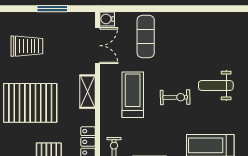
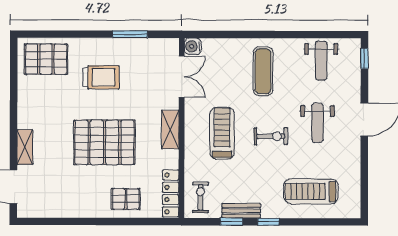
weight bench: (219, 31) -> (321, 61), added
exercise mat: (146, 36) -> (263, 71), moved
weight bench: (216, 85) -> (317, 123), turned -90

